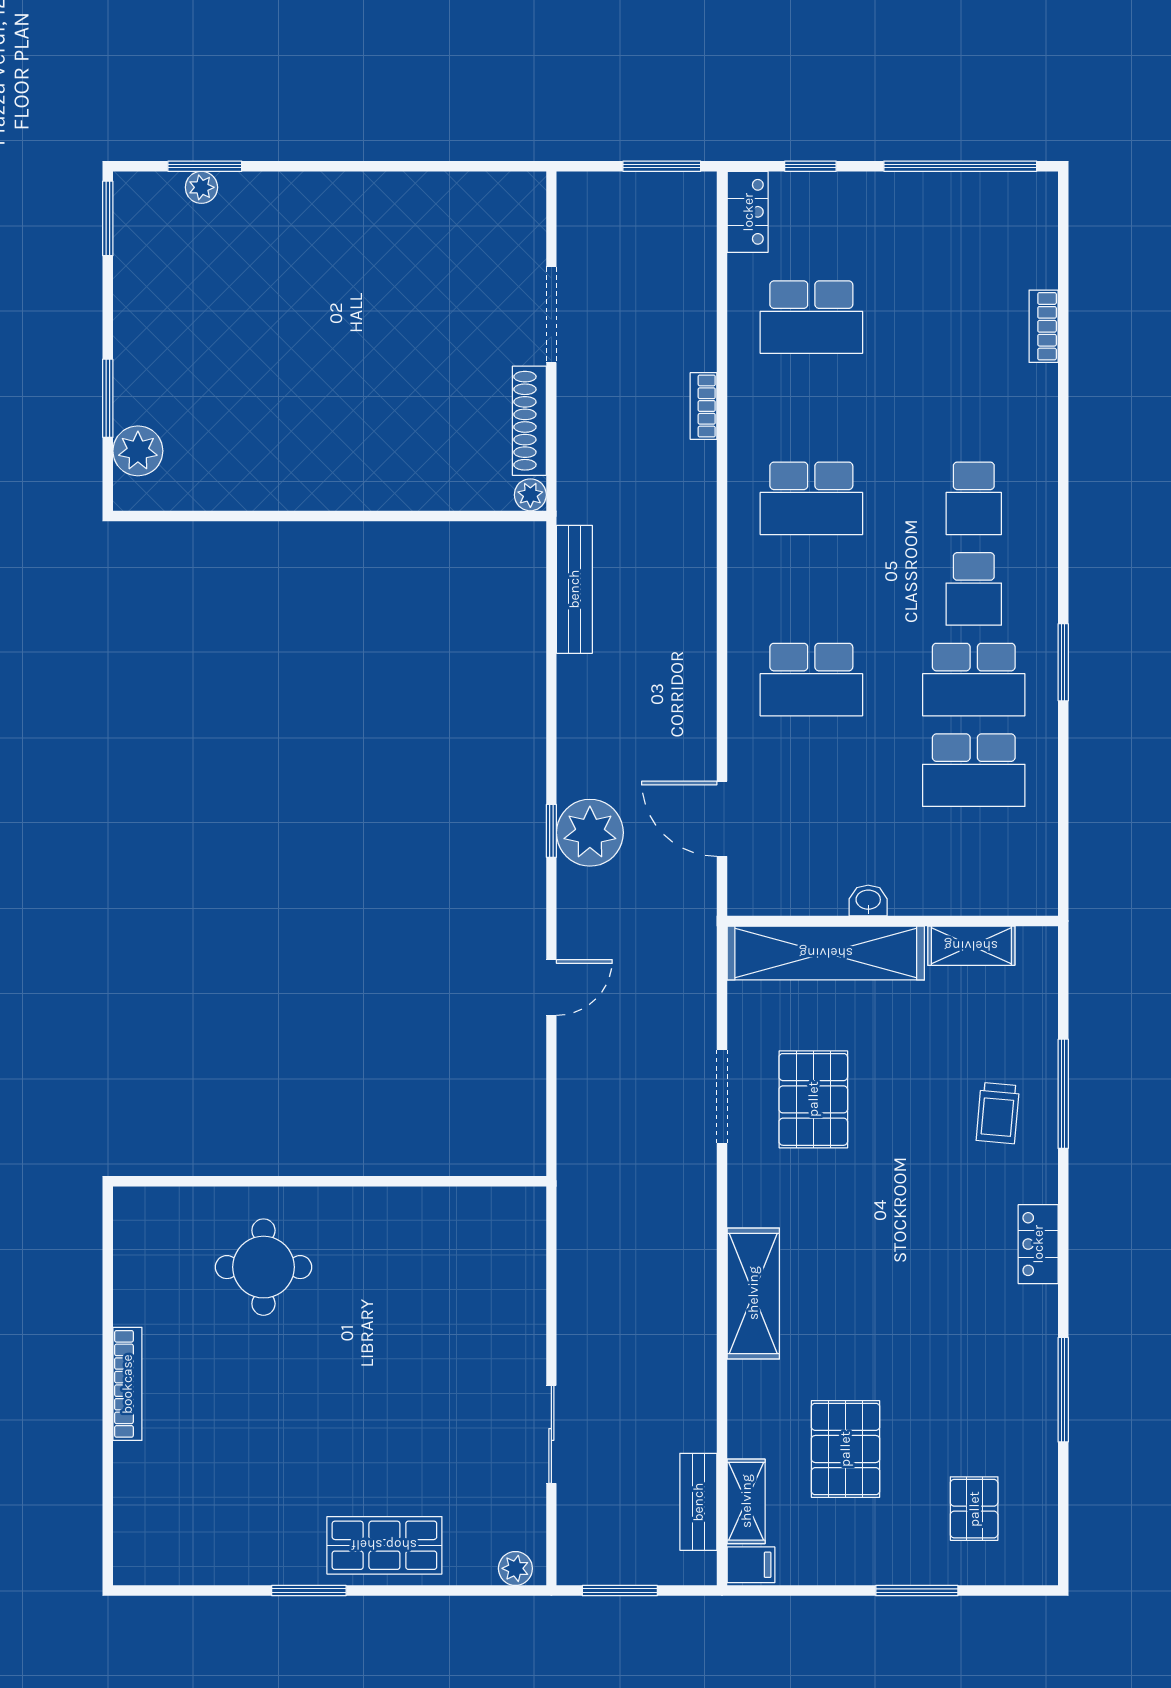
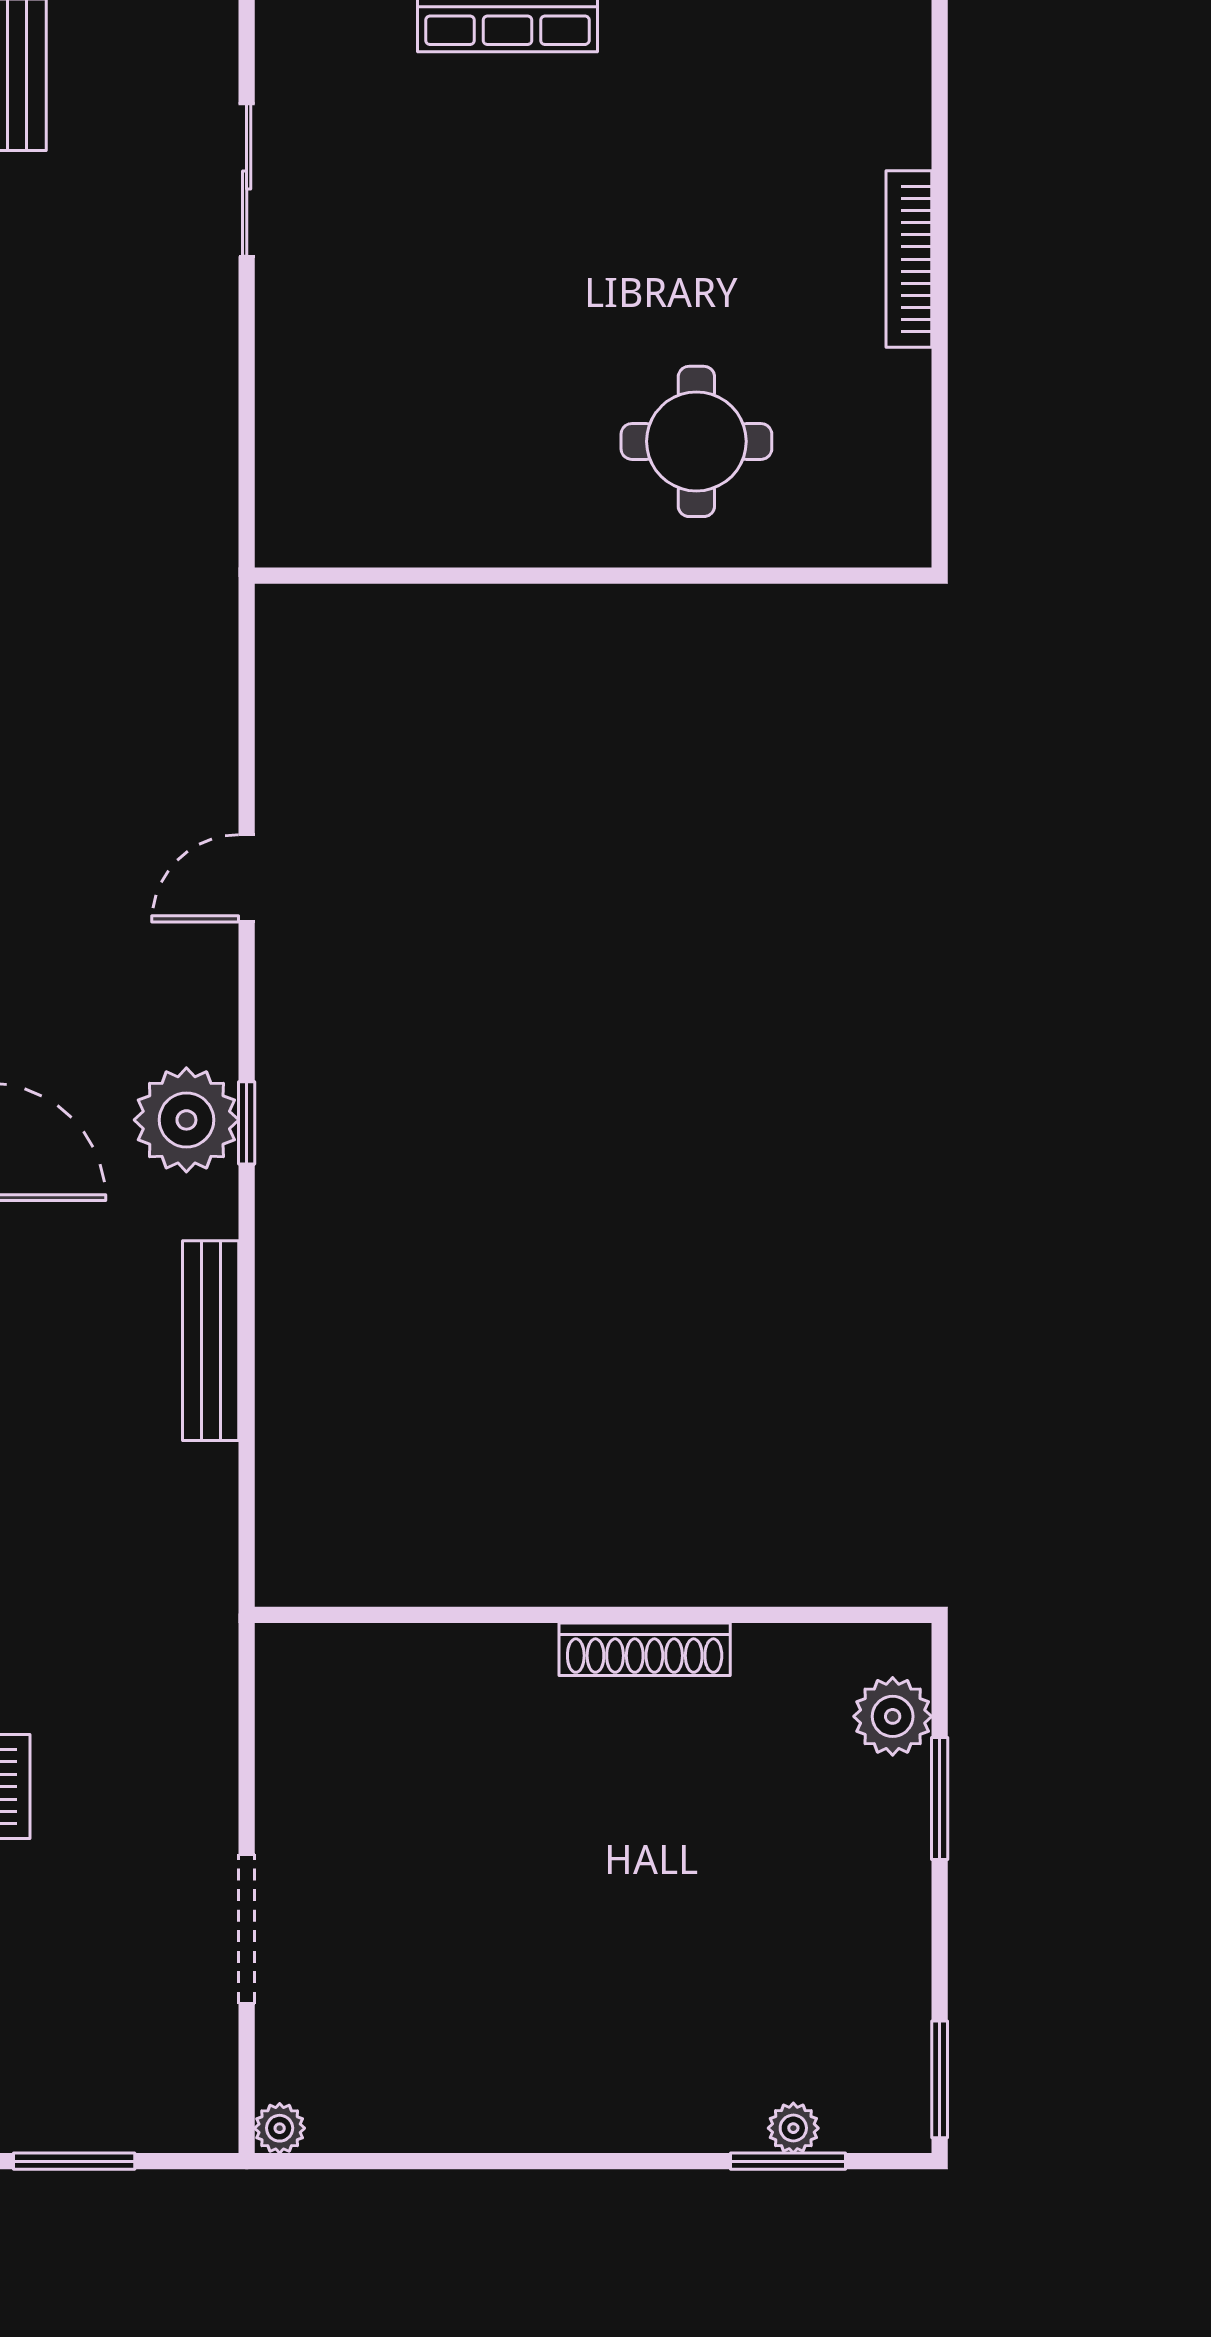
shoe rack: (529, 421) -> (645, 1649), moved, turned 90
plant: (530, 495) -> (280, 2128), moved
bench: (574, 589) -> (211, 1341), moved

